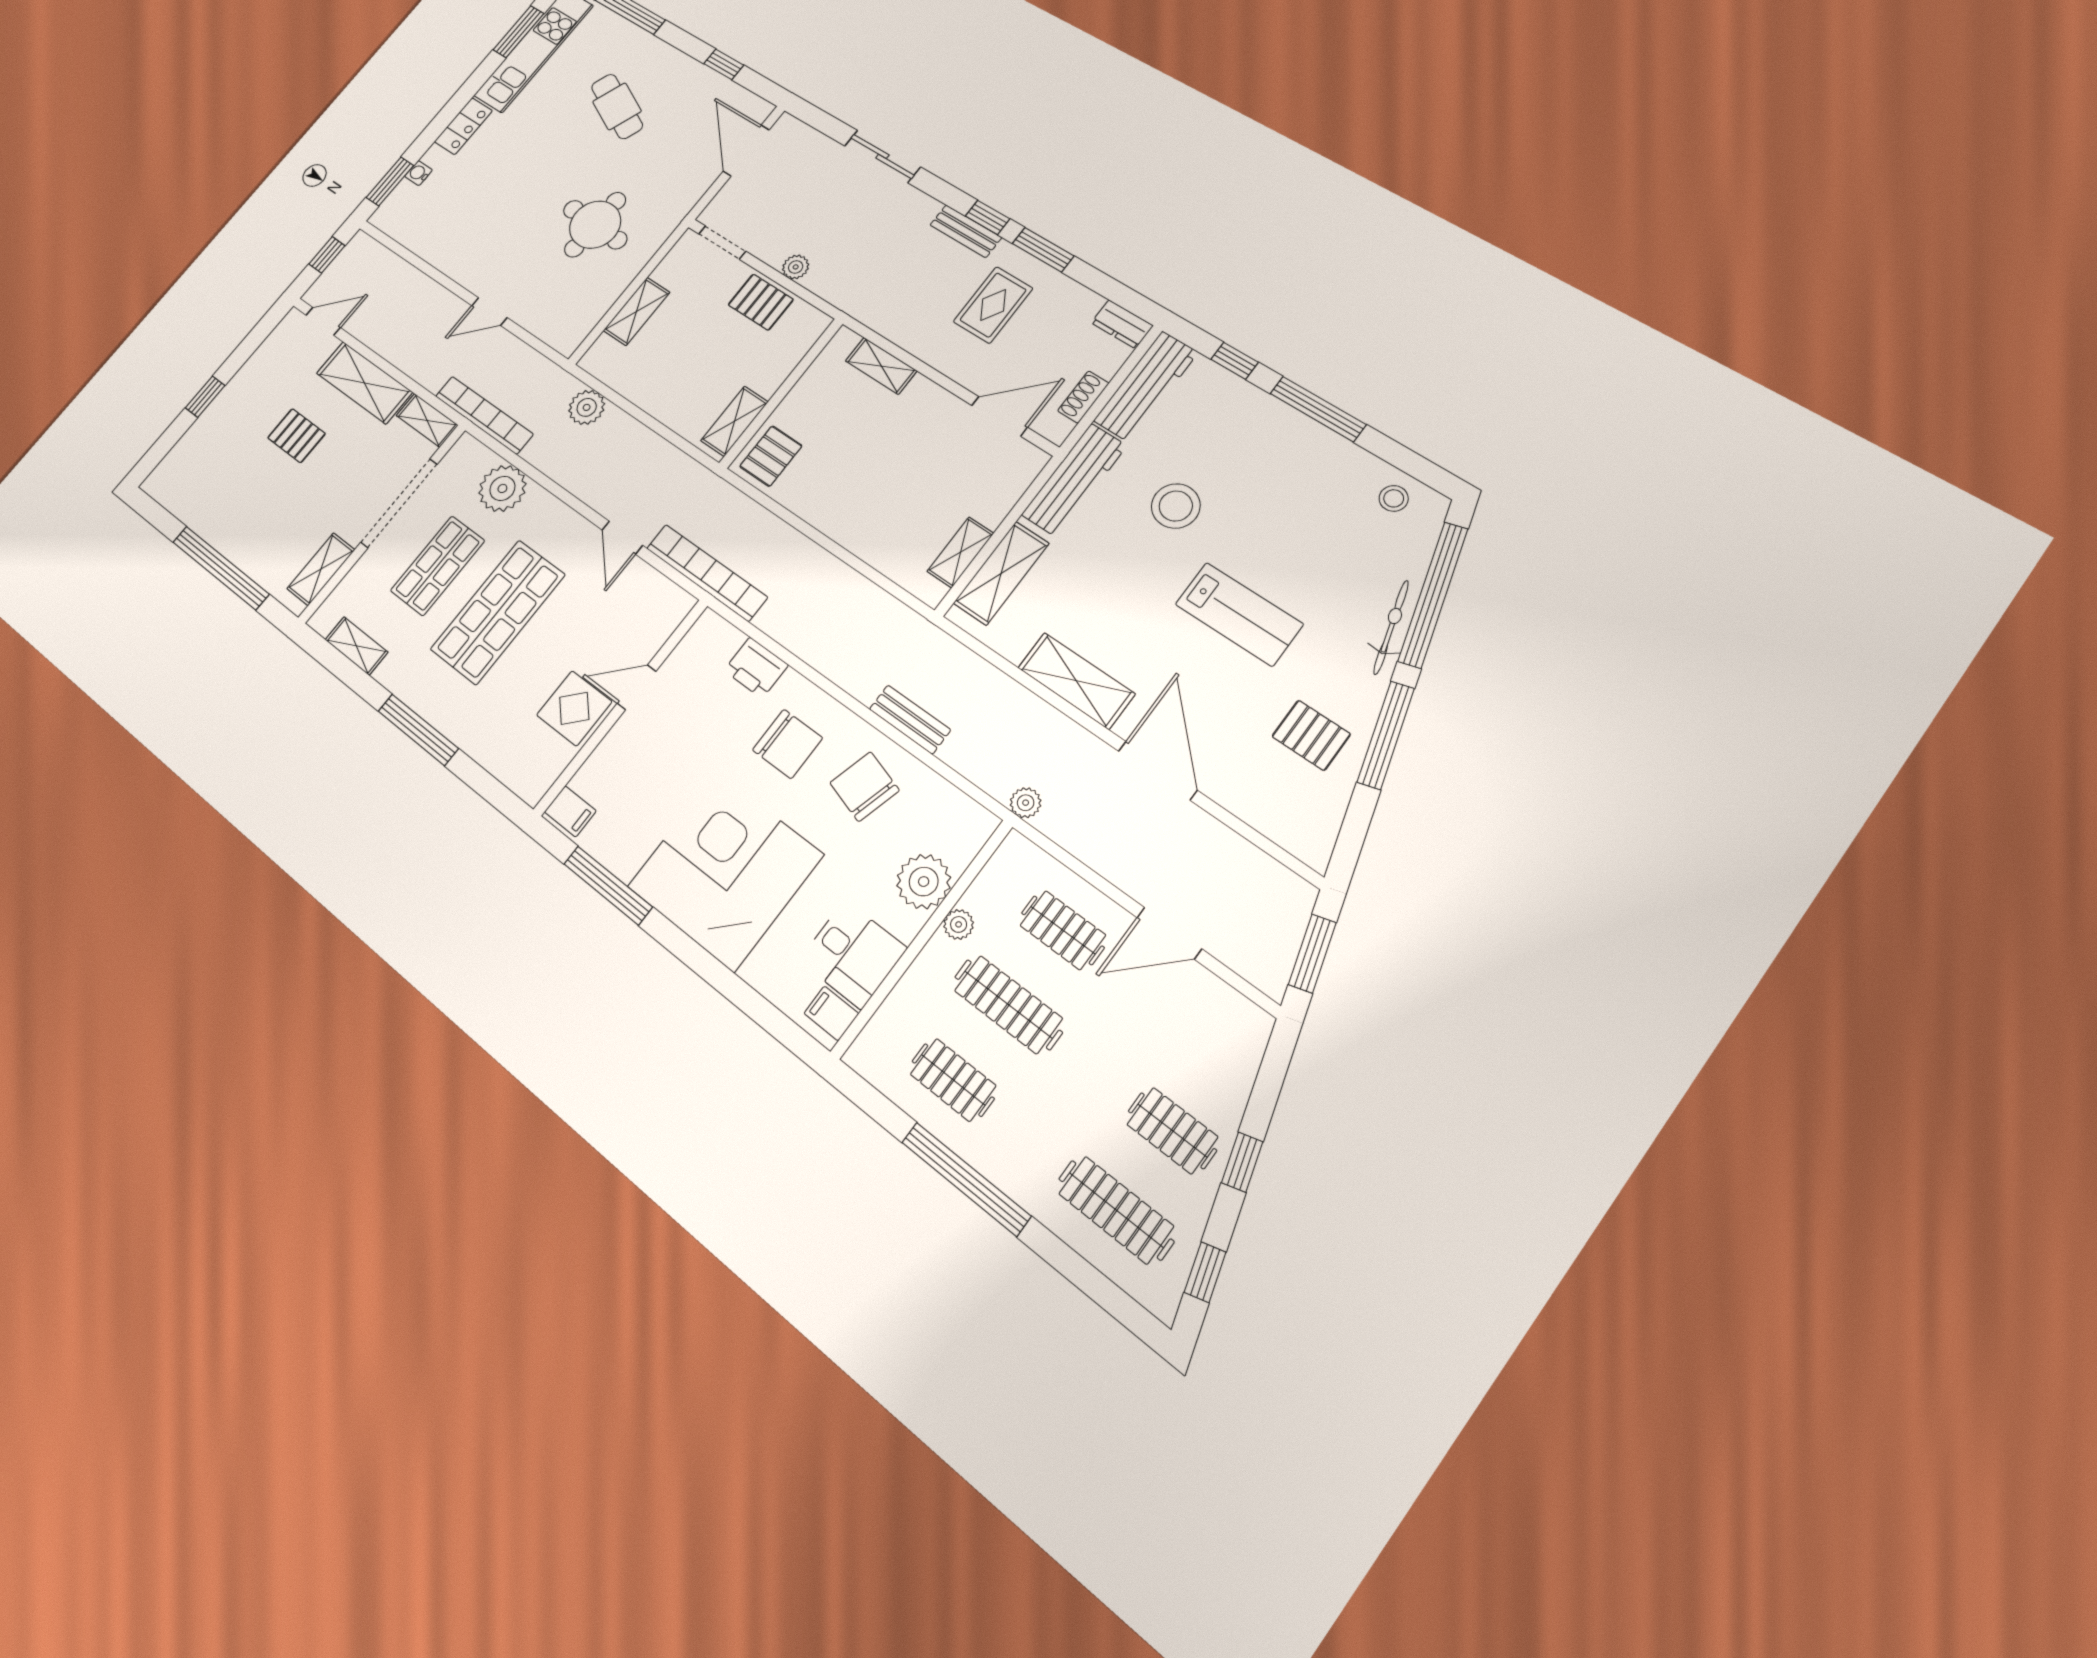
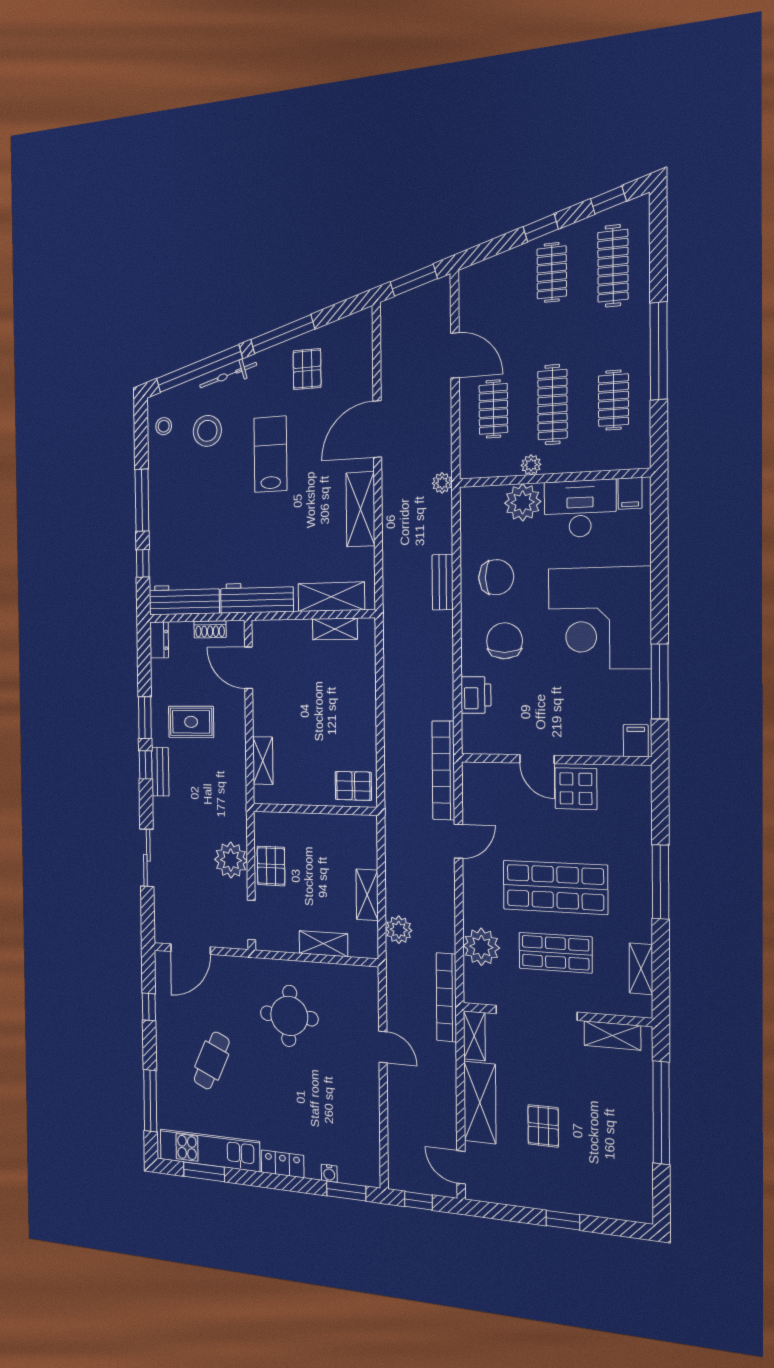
plant: (796, 267) -> (231, 860), width x1.87, depth x1.87
shelving: (734, 421) -> (367, 895), moved, turned 90
stool: (1176, 506) -> (207, 431), moved
chair: (865, 787) -> (496, 577), turned -106
desk: (853, 954) -> (580, 509), width x1.37

